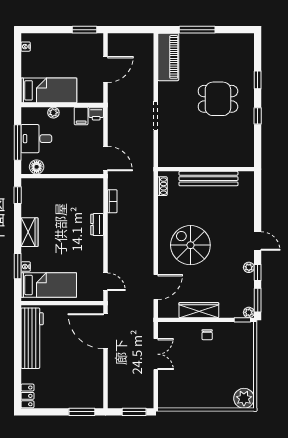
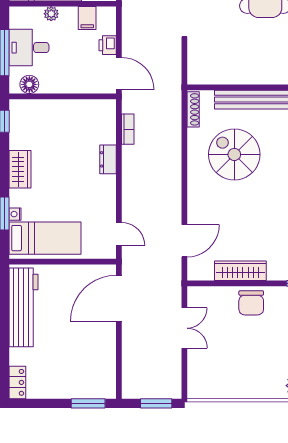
printer: (96, 114) -> (108, 45), moved, turned 90
shoe rack: (162, 186) -> (193, 109), width x1.43
spiral stairs: (190, 245) -> (234, 154), moved
door: (105, 331) -> (119, 298), hinge flipped
chair: (207, 335) -> (251, 303), width x1.87, depth x1.87

